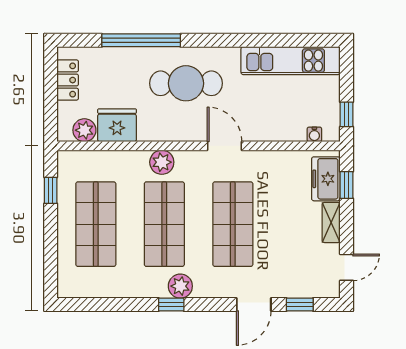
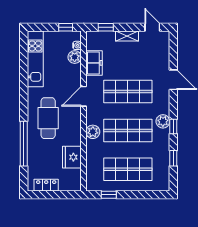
plant: (84, 130) -> (75, 57), moved
freezer: (326, 179) -> (94, 63), moved, turned -90
window: (300, 304) -> (173, 158), moved

